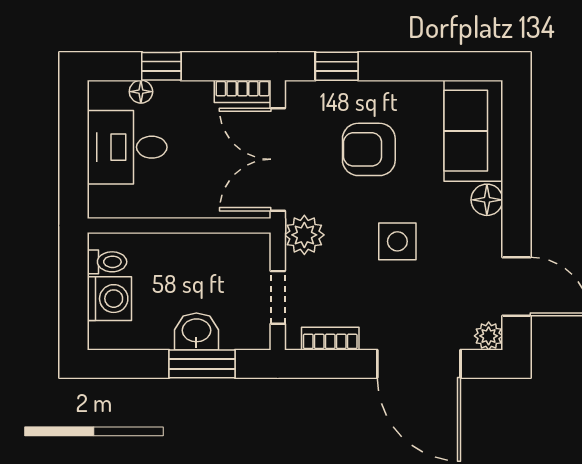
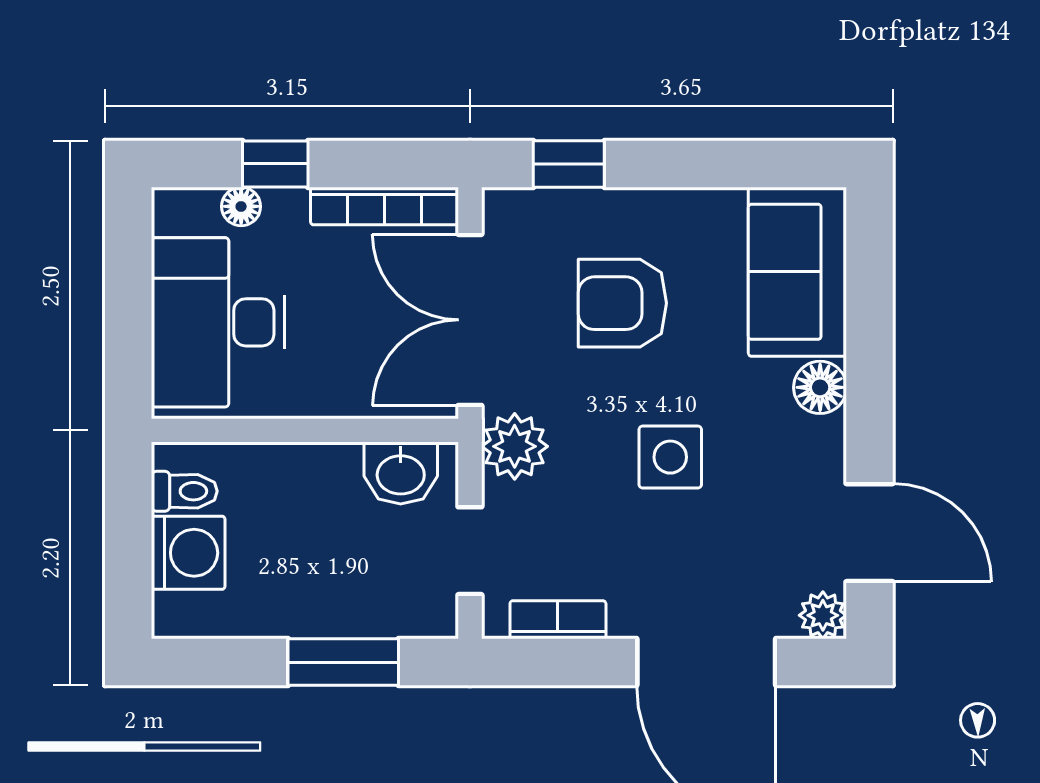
bookcase: (243, 91) -> (384, 206), width x1.56
desk: (127, 147) -> (218, 322), width x1.37
washbasin: (196, 331) -> (401, 473), moved, turned 180

